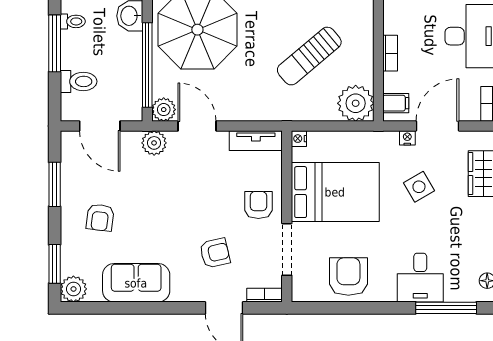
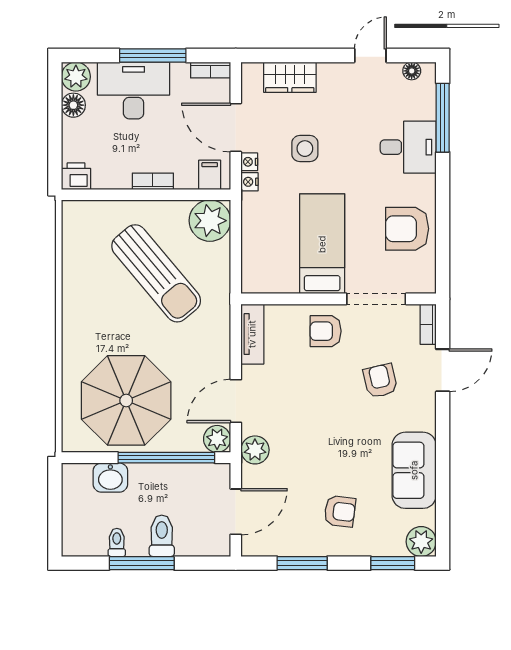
sun lounger: (309, 56) -> (156, 273), width x1.36, depth x1.34
toilet: (79, 81) -> (162, 536), moved
nightstand: (299, 139) -> (250, 182), moved, turned 90
side table: (419, 187) -> (305, 149), turned 30
bed: (335, 192) -> (322, 244), width x0.67

